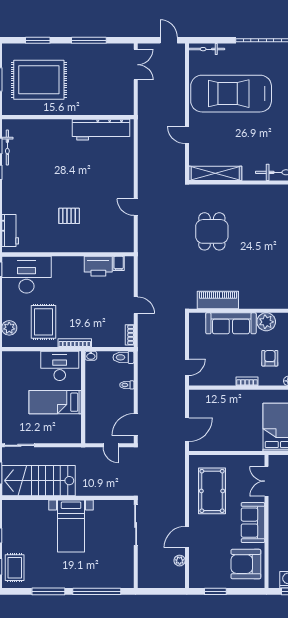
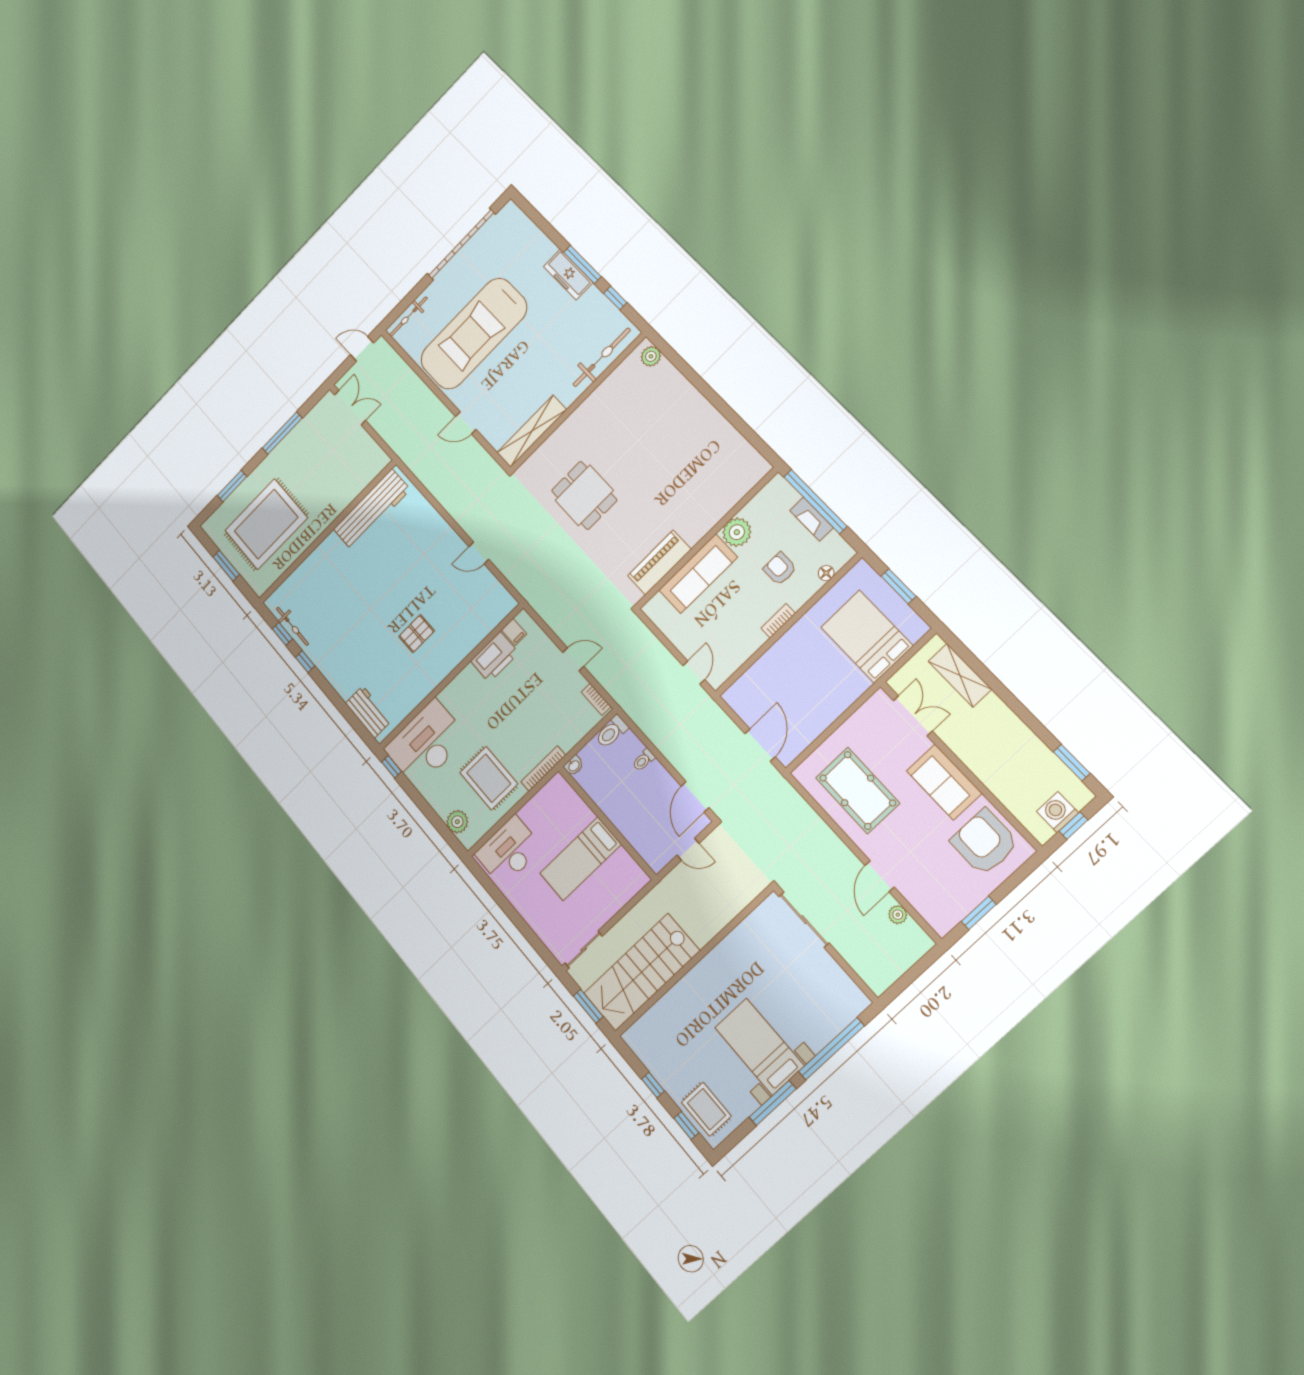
desk: (60, 366) -> (509, 851), moved
double door: (266, 481) -> (913, 716), swing flipped
bed with nightstands: (71, 526) -> (759, 1047), moved, turned 180
armchair: (246, 564) -> (985, 842), turned 90

